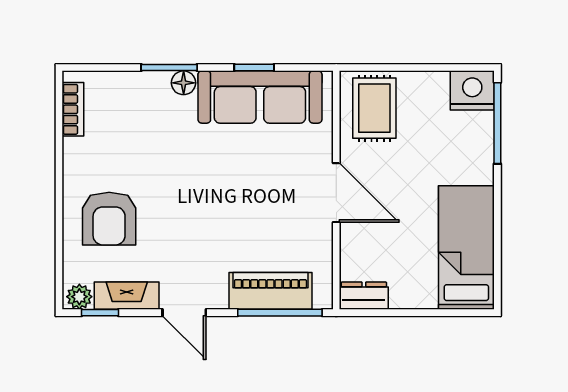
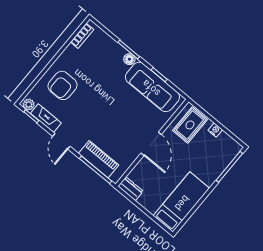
nightstand: (472, 90) -> (215, 130), moved, width x0.53, depth x0.56

